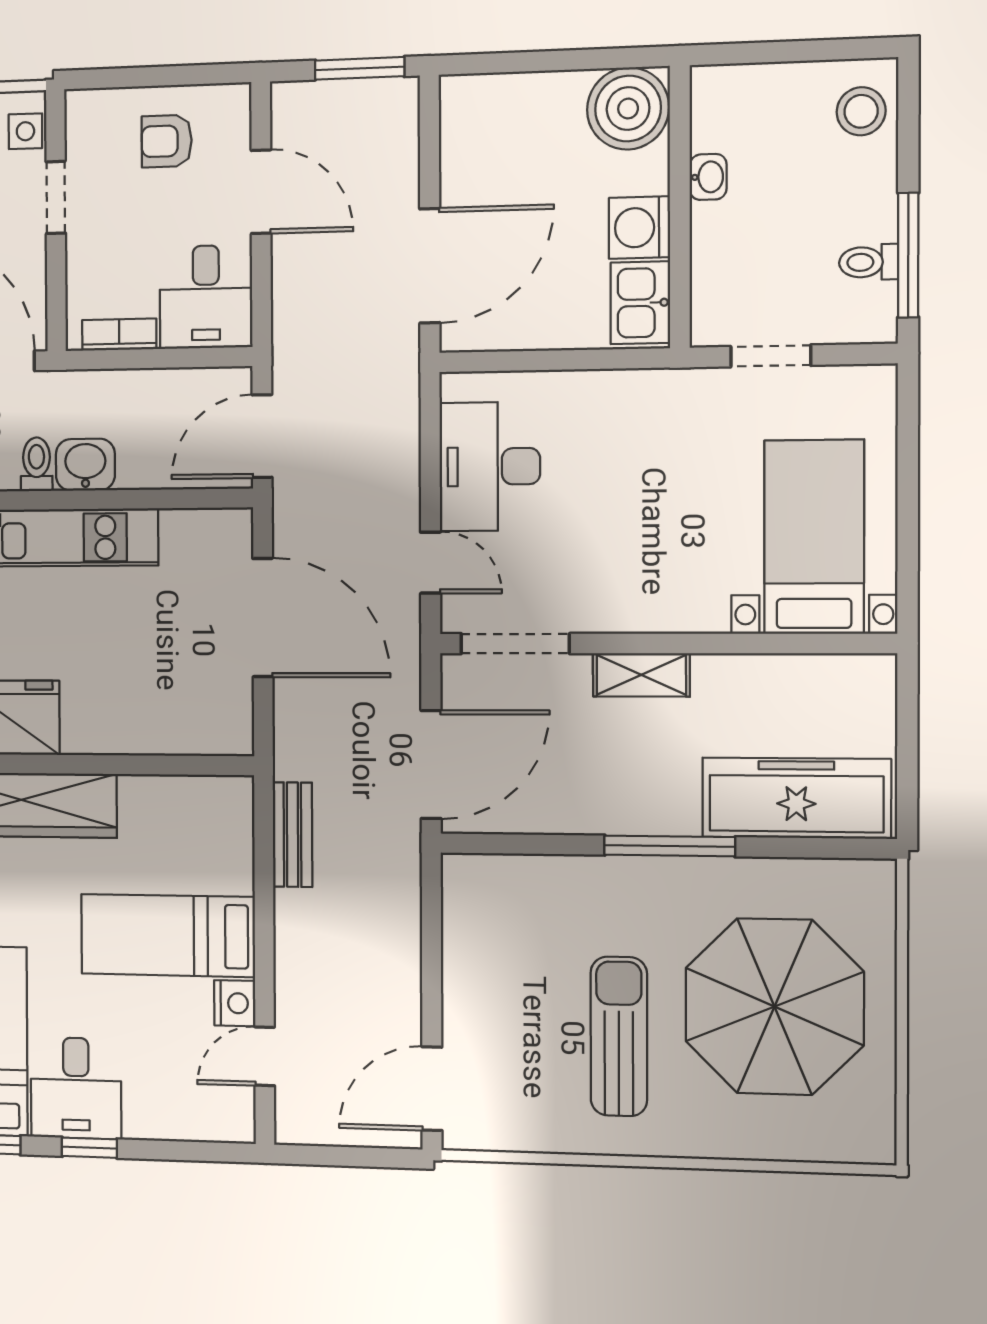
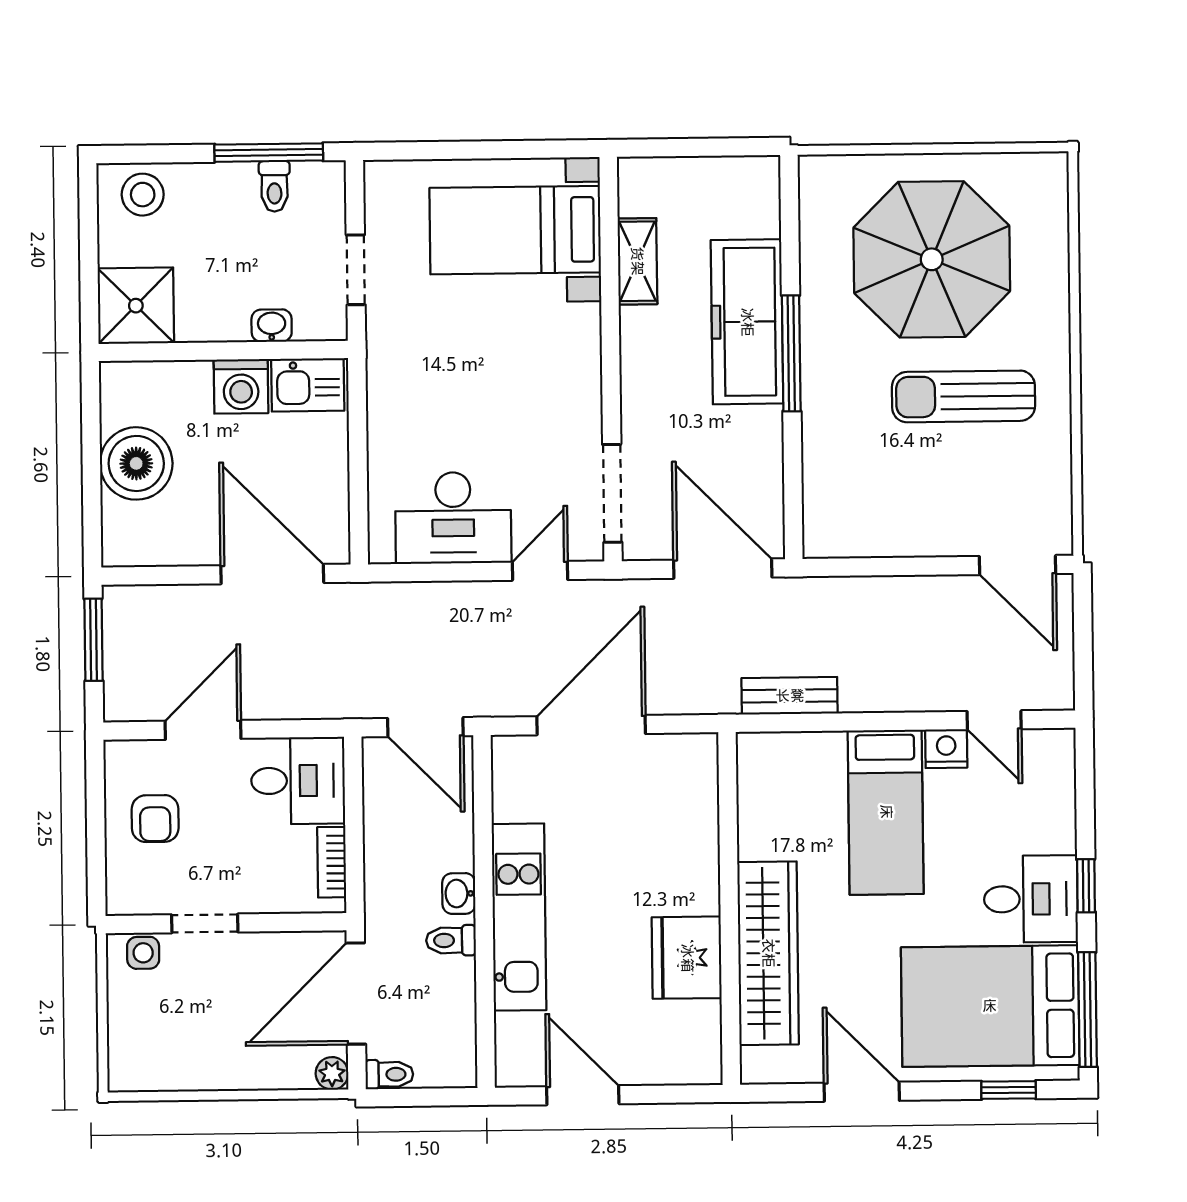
shower: (733, 106) -> (136, 306), added
boiler: (628, 109) -> (136, 463), moved
washbasin: (708, 177) -> (272, 326), moved
washbasin: (85, 465) -> (459, 894), width x0.72, depth x0.69
shelving: (641, 675) -> (637, 261), moved
freezer: (796, 798) -> (747, 322), moved

